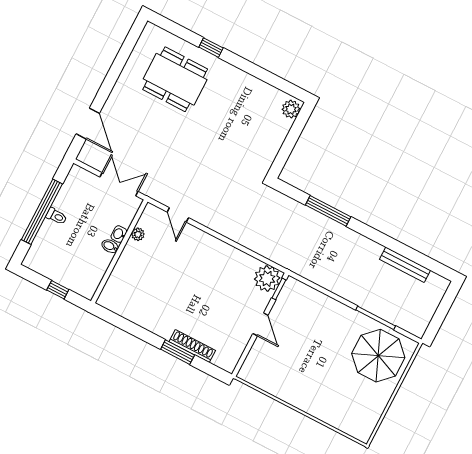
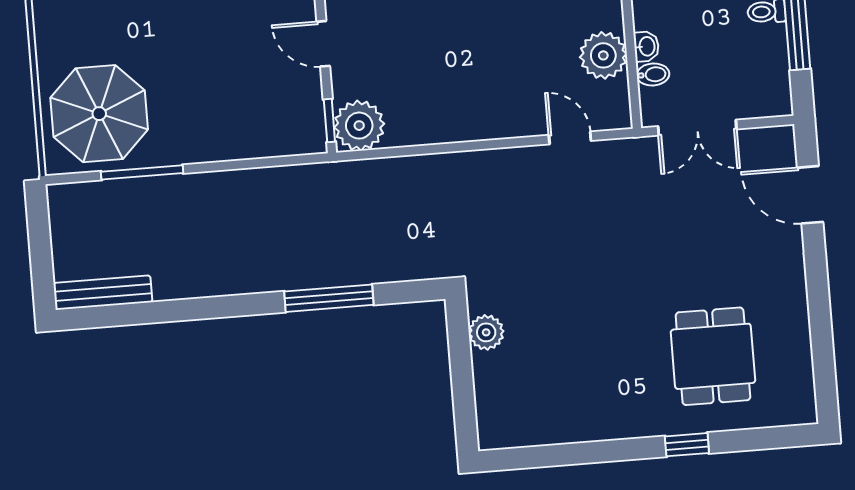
dining table: (175, 79) -> (713, 356), width x0.73
plant: (291, 109) -> (486, 332), moved
plant: (138, 234) -> (603, 55), width x1.88, depth x1.88
bidet: (110, 246) -> (653, 74), moved
bench: (405, 265) -> (103, 293), moved

